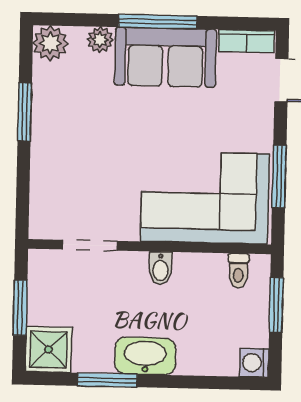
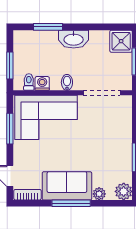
doorway: (90, 245) -> (102, 93), width x1.38
washing machine: (254, 363) -> (42, 83), moved, turned -90
window: (107, 380) -> (48, 27), moved

